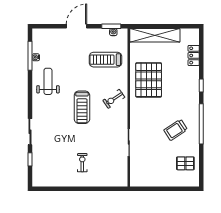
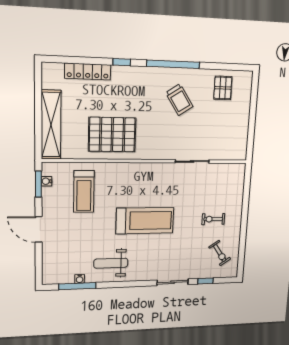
locker: (194, 55) -> (88, 71), width x1.53
exercise bike: (114, 99) -> (220, 253), moved
treadmill: (82, 107) -> (145, 221), width x1.37, depth x1.38

